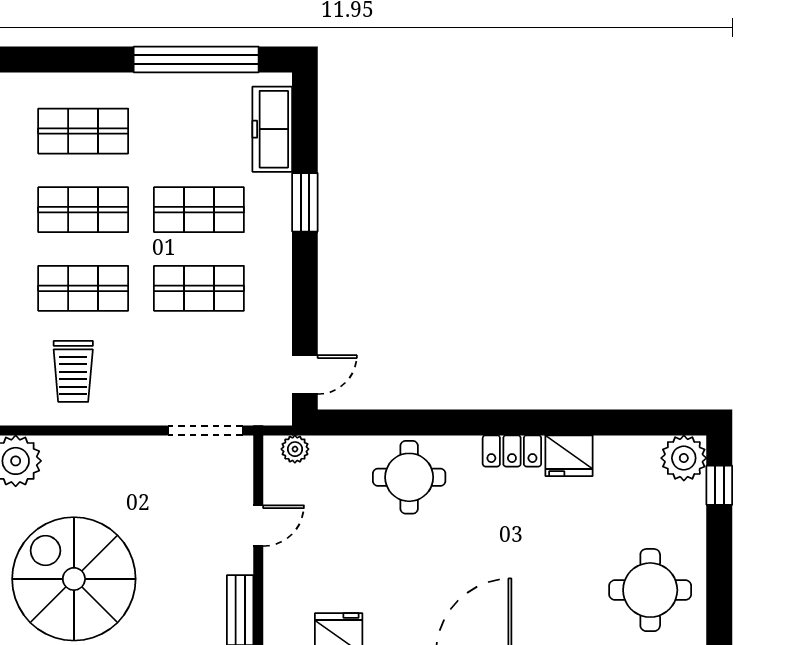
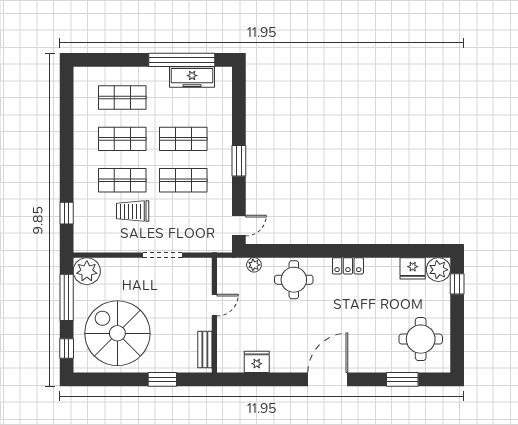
freezer: (272, 129) -> (192, 77), moved, turned -90
window: (305, 202) -> (239, 161), moved
trolley: (73, 371) -> (133, 211), moved, turned 90
doorway: (205, 431) -> (162, 255), moved
plant: (295, 449) -> (254, 265), moved
fridge: (569, 456) -> (413, 268), moved

